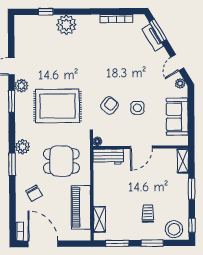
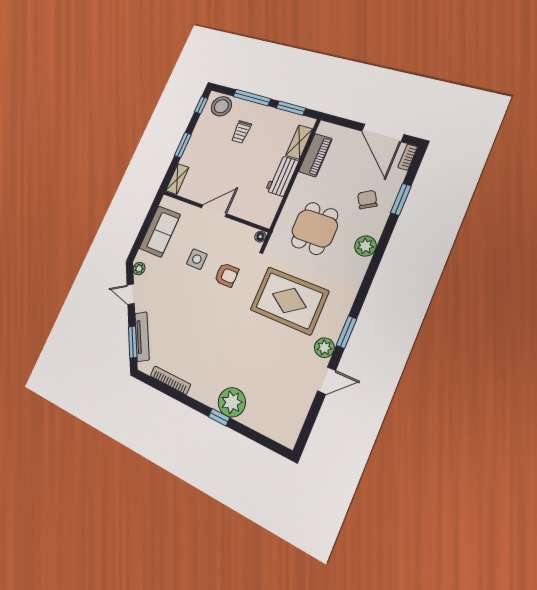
window: (46, 12) -> (219, 417), moved
tv unit: (153, 38) -> (142, 336), width x1.41
door: (177, 63) -> (131, 294), swing flipped
armchair: (110, 105) -> (227, 275), turned -130
plant: (22, 147) -> (365, 246), moved
workbench: (108, 157) -> (282, 176), moved, turned -90
dining table: (61, 161) -> (315, 228), turned 90
window: (12, 164) -> (401, 199), moved
piano: (81, 207) -> (315, 155), width x0.73, depth x0.75
window: (152, 243) -> (252, 98), width x1.44

